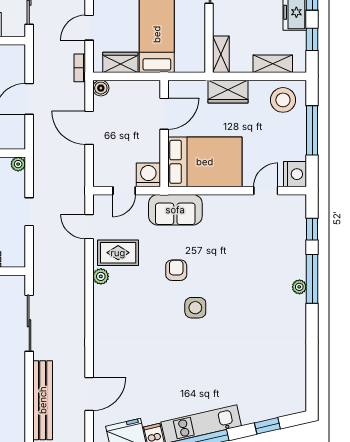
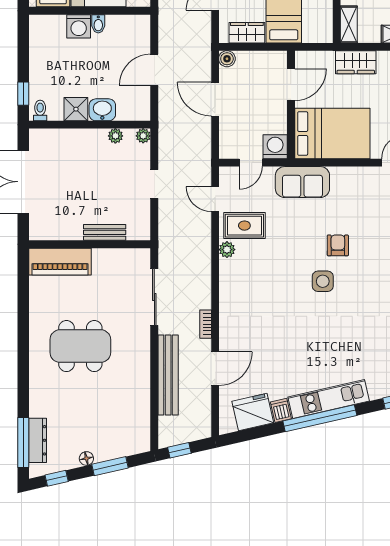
bookcase: (80, 68) -> (206, 324), moved
armchair: (176, 270) -> (338, 245), moved

